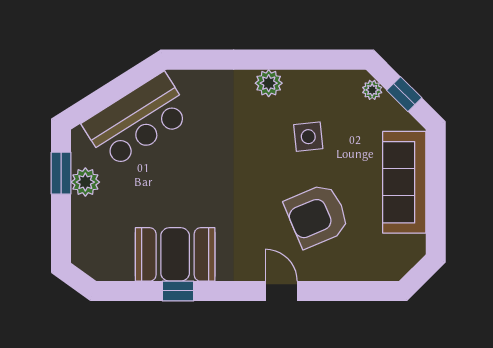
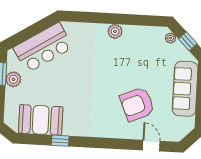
side table: (308, 137) -> (135, 61), removed
booth: (175, 254) -> (41, 120), moved
door: (281, 291) -> (151, 146), moved

